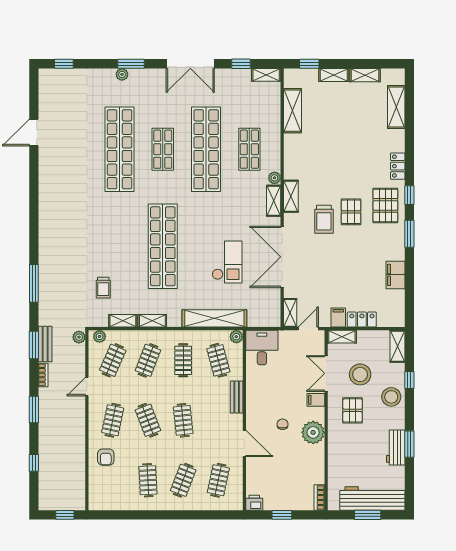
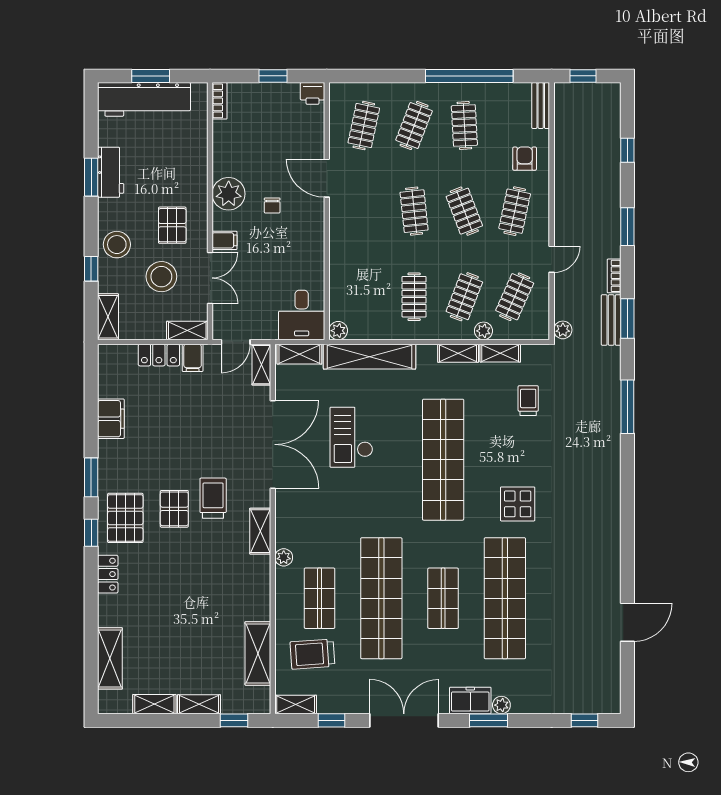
freezer: (144, 78) -> (470, 700), added
trolley: (254, 110) -> (312, 654), added
shelving: (274, 201) -> (299, 354), moved, turned 90
display table: (111, 215) -> (518, 504), added
plant: (100, 336) -> (483, 331), moved
clothes rail: (218, 360) -> (364, 297), removed
bench: (237, 397) -> (541, 106), moved
window: (144, 515) -> (469, 76), added

